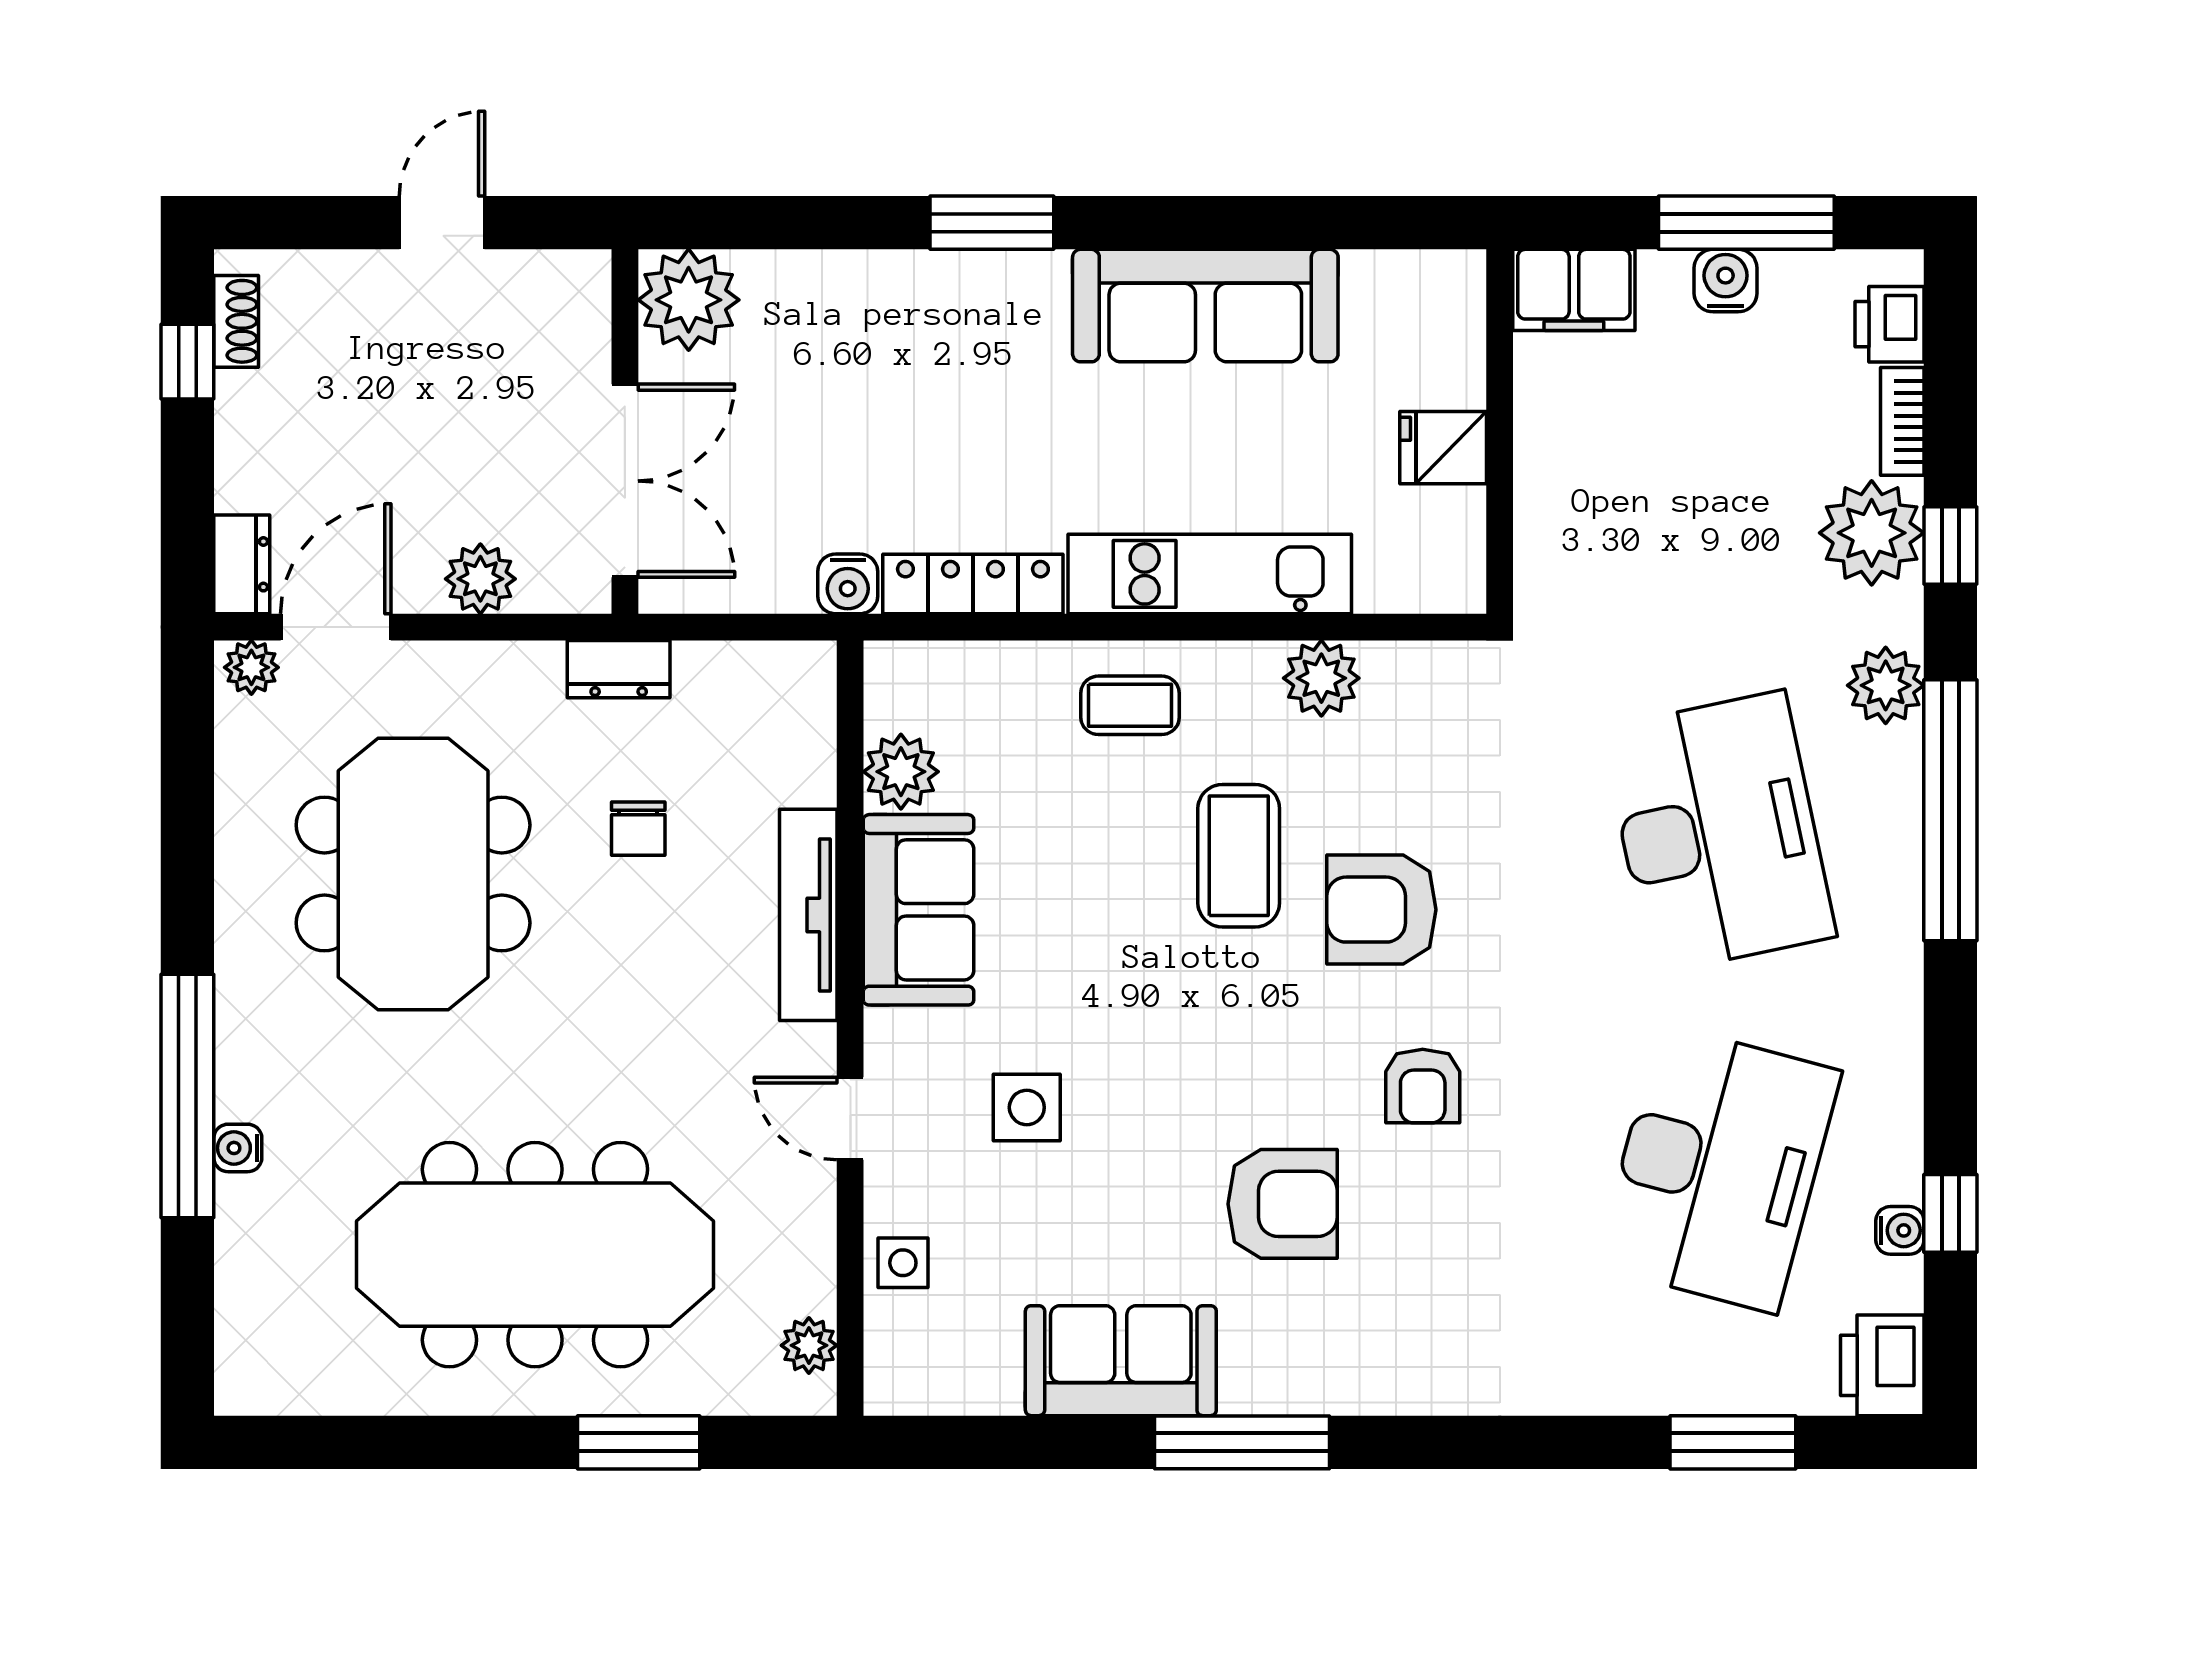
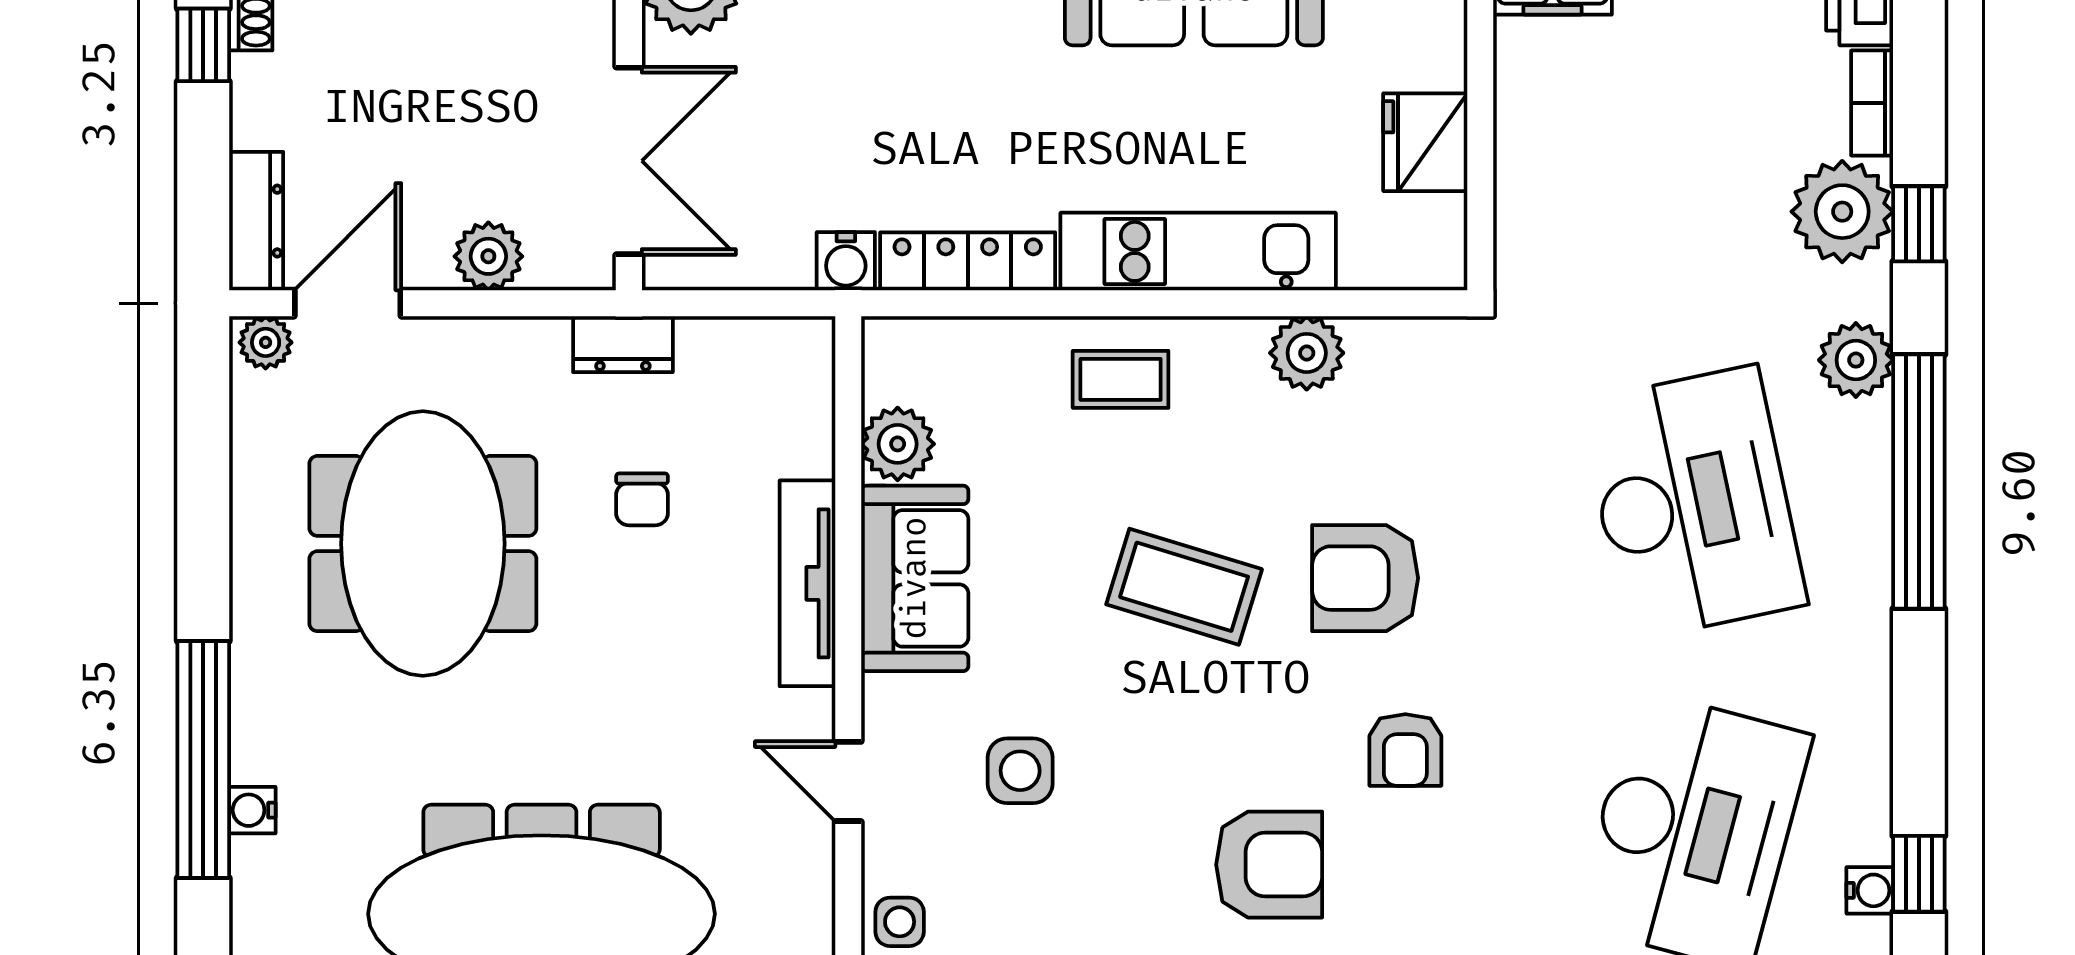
fridge: (1443, 448) -> (1425, 142), width x1.38
dresser: (242, 564) -> (256, 221), width x1.44
coffee table: (1239, 856) -> (1184, 587), moved, turned -73

